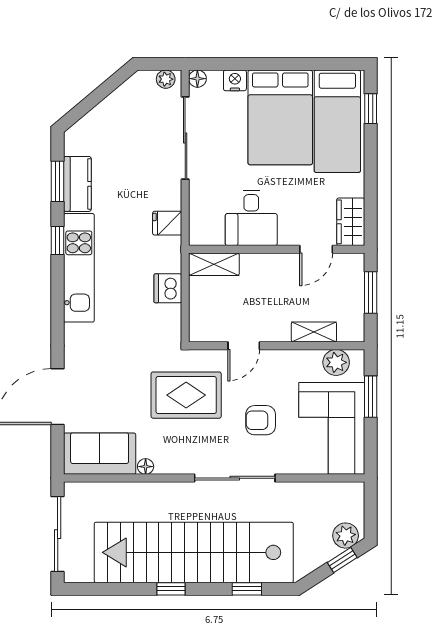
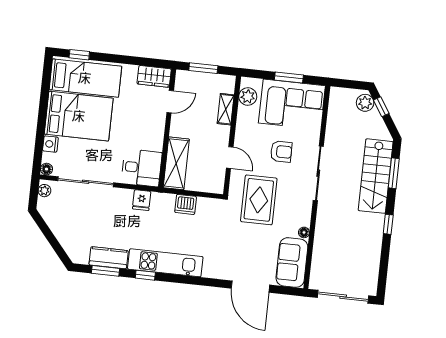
desk: (251, 218) -> (142, 168), moved
door: (316, 249) -> (170, 102), hinge flipped
shelving: (214, 264) -> (176, 163), width x1.50, depth x1.33
window: (371, 397) -> (289, 77), moved
armchair: (261, 420) -> (281, 152), turned -90
stairs: (194, 552) -> (376, 176), width x0.54, depth x0.66
window: (247, 589) -> (394, 173), width x1.50

